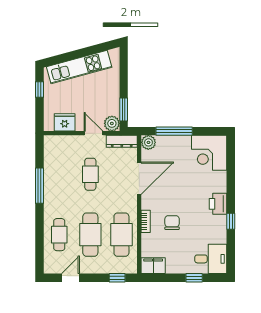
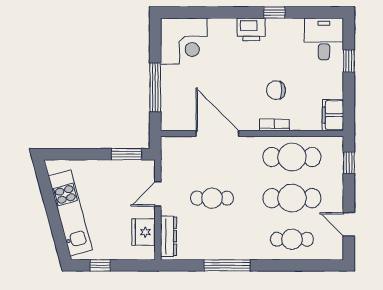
plant: (112, 123) -> (145, 170), removed
dresser: (122, 141) -> (168, 236), moved
plant: (148, 142) -> (170, 121), removed

